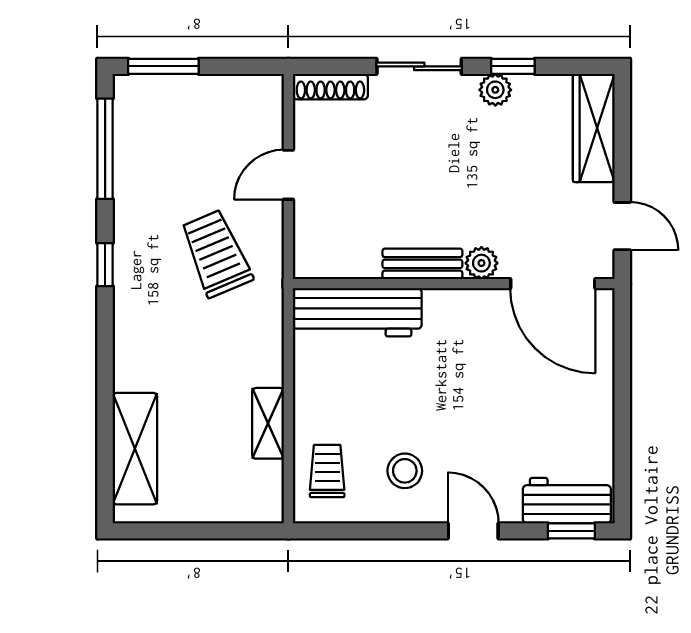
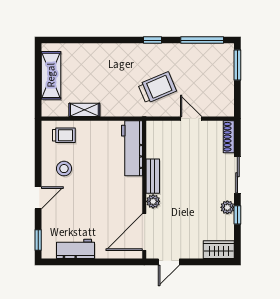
wardrobe: (594, 128) -> (219, 250), width x0.67
shelving: (135, 449) -> (51, 75), moved, turned 90
workbench: (567, 501) -> (75, 249), moved, turned -90

